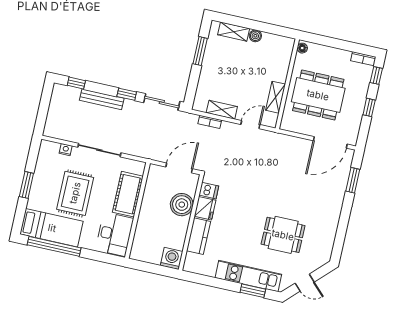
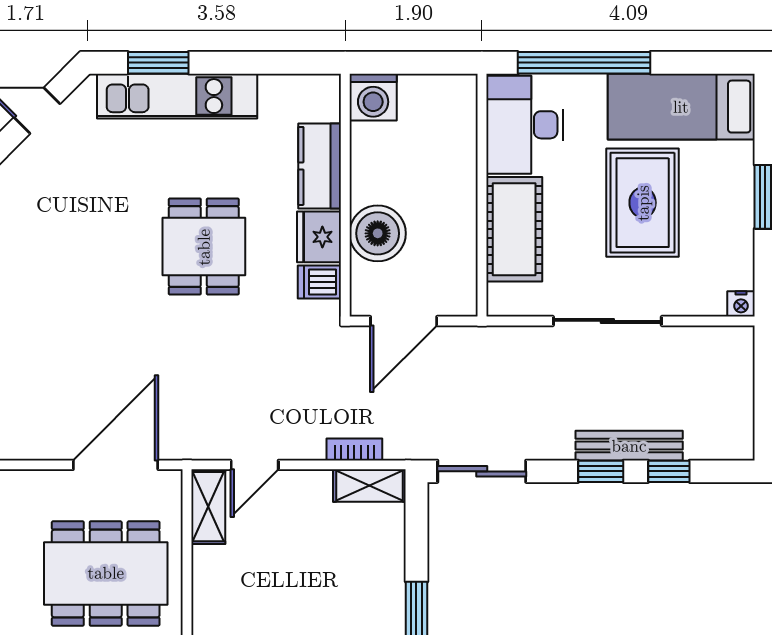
window: (76, 83) -> (669, 471), moved
window: (127, 94) -> (601, 471), moved
shelving: (276, 97) -> (208, 507), moved
shelving: (222, 110) -> (369, 485), moved
door: (330, 142) -> (116, 465), moved
nightstand: (66, 150) -> (741, 304), moved
dining table: (283, 235) -> (204, 247), moved, turned 90
window: (54, 246) -> (584, 63), moved

